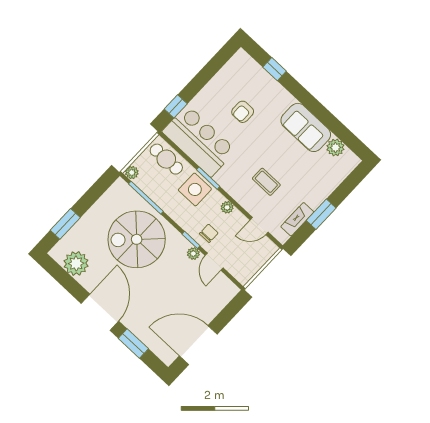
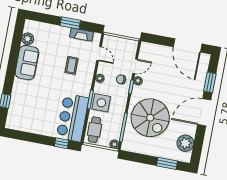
armchair: (243, 112) -> (41, 104), removed

